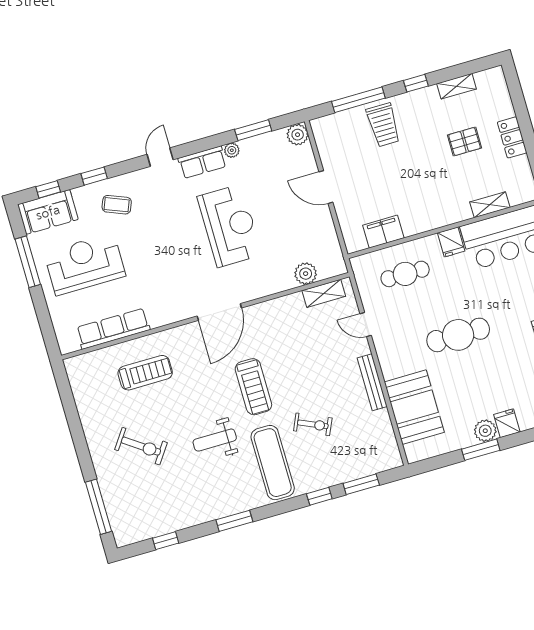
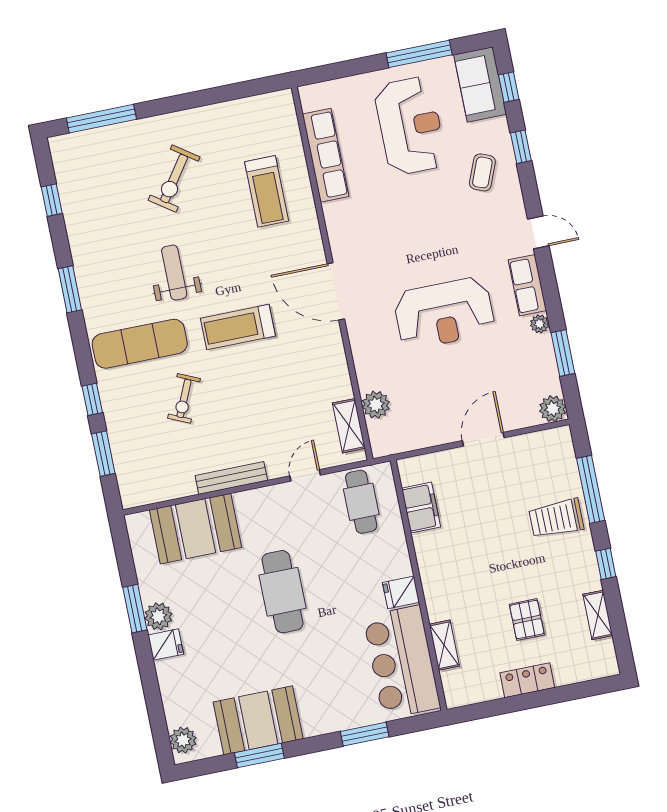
cafe table: (405, 274) -> (361, 502), moved

